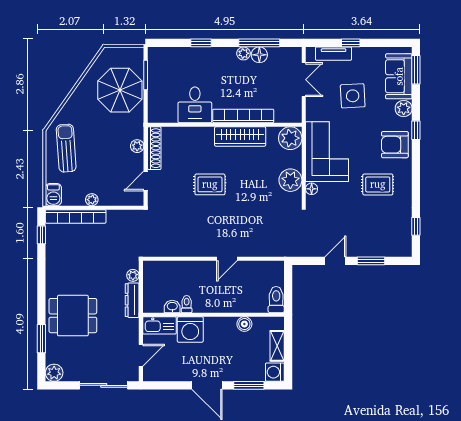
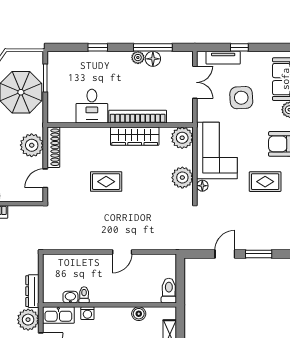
plant: (137, 146) -> (32, 145), width x1.88, depth x1.88
plant: (133, 275) -> (28, 320), moved, width x1.88, depth x1.88
washing machine: (190, 329) -> (87, 313), width x0.53, depth x0.53

